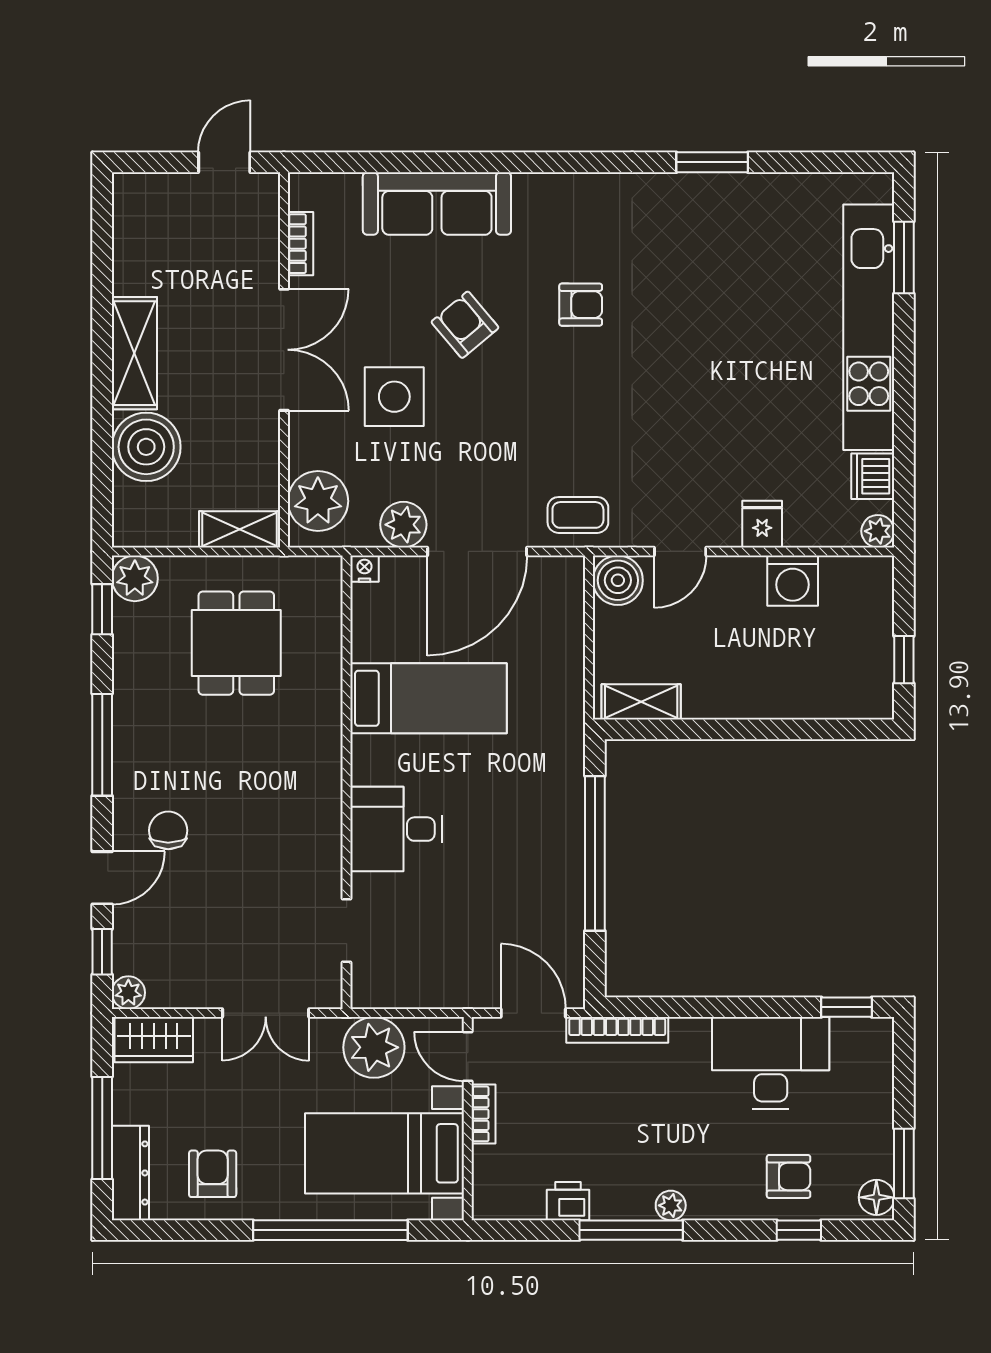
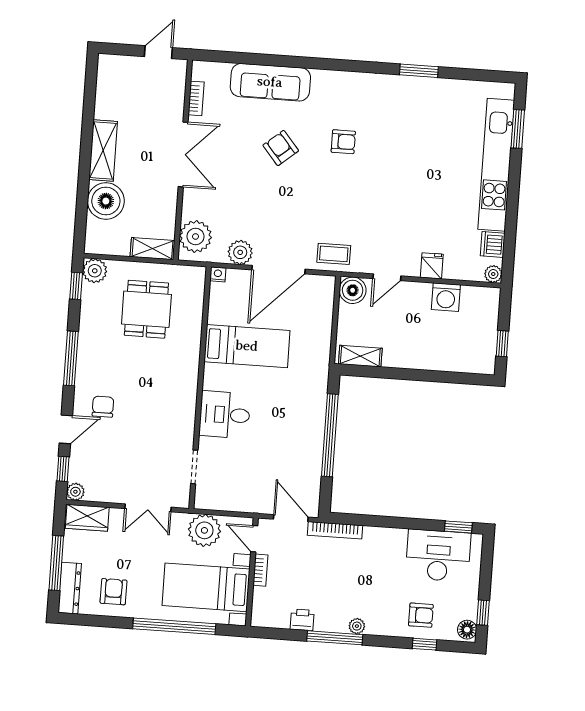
side table: (394, 397) -> (240, 184), removed
desk: (771, 1063) -> (438, 555), moved
window: (904, 1164) -> (483, 613), width x0.67

